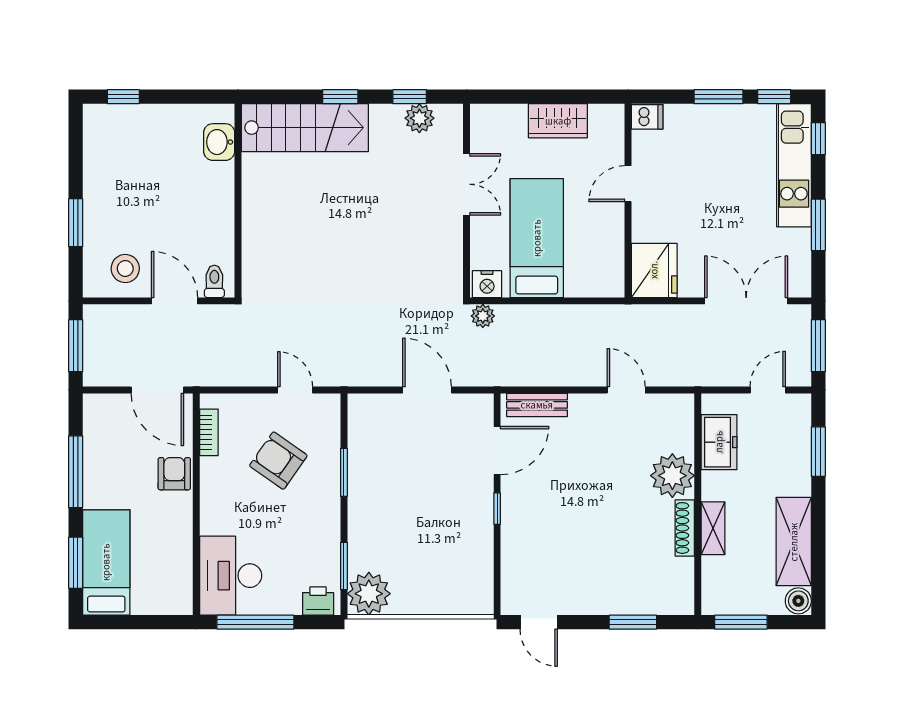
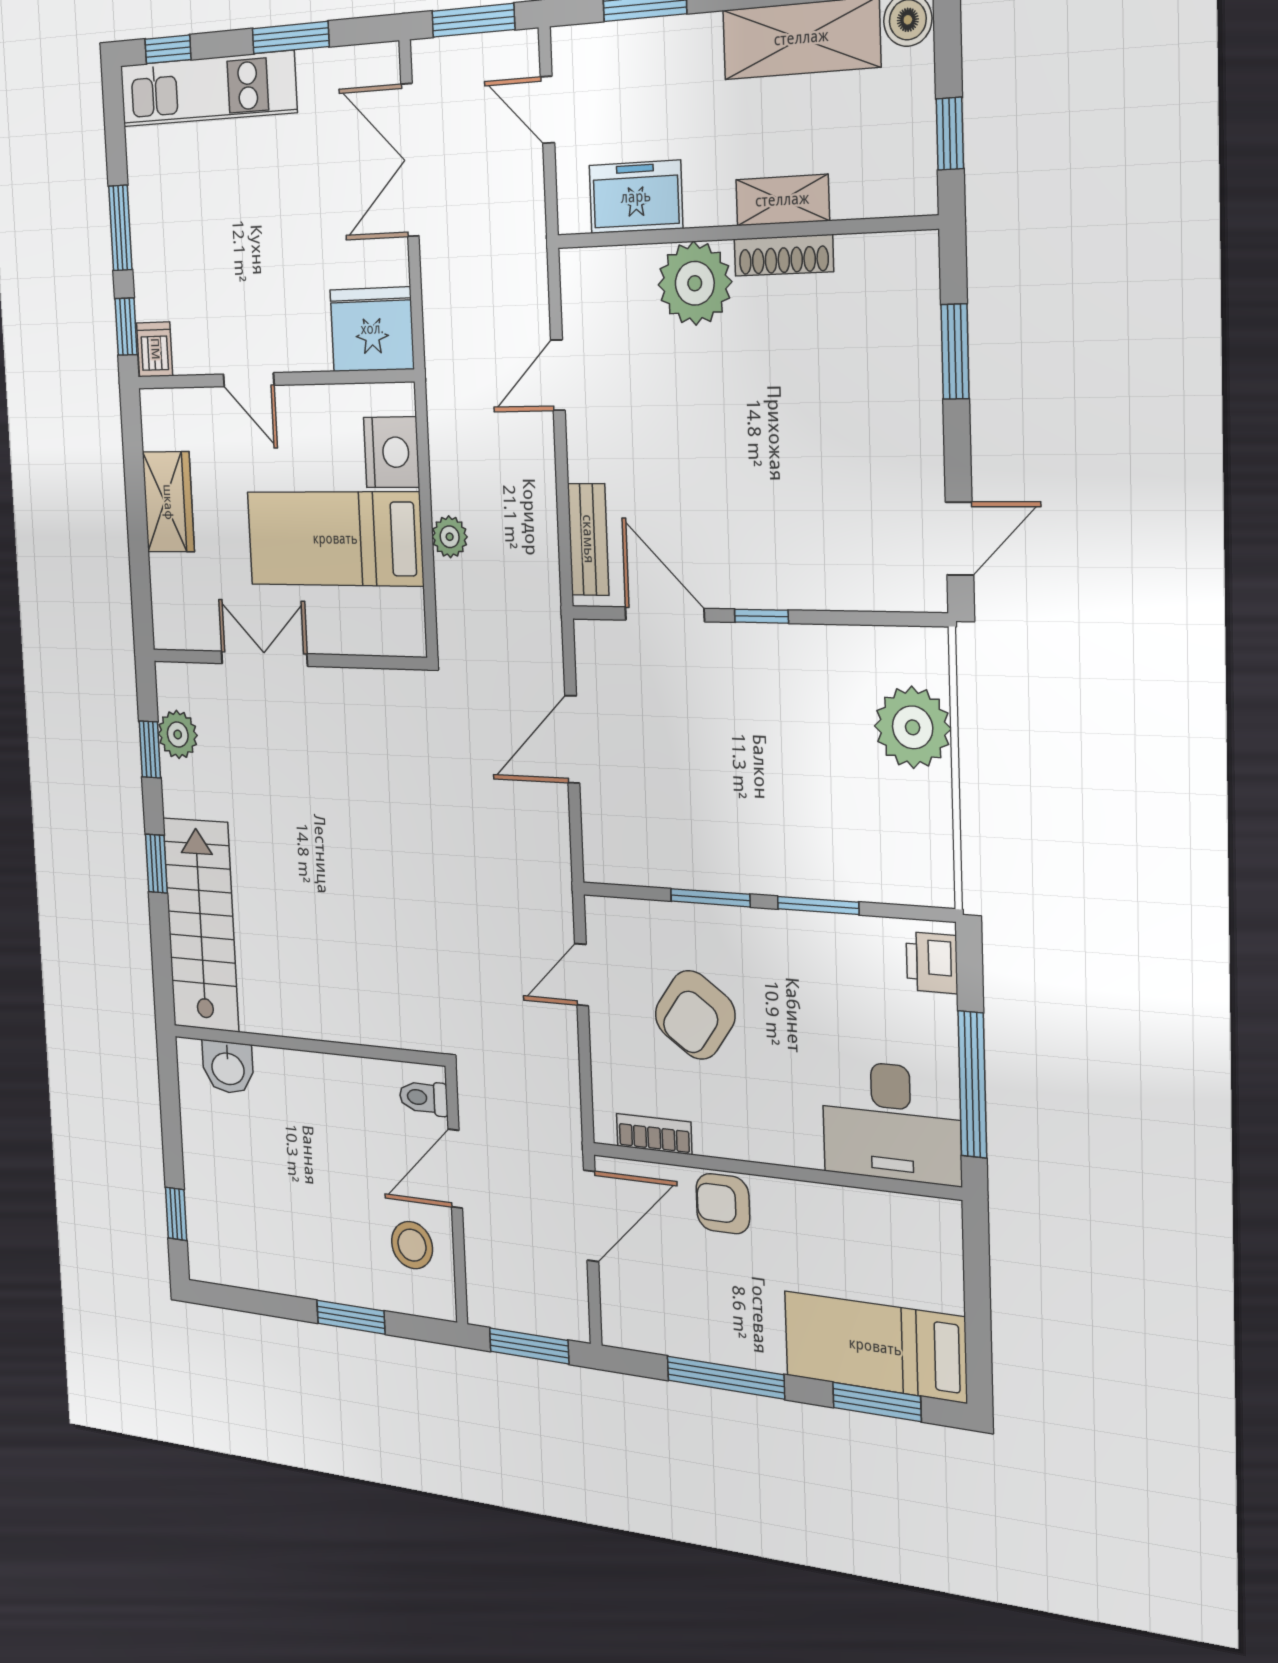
window: (774, 97) -> (126, 327), moved
nightstand: (487, 284) -> (391, 452), moved, width x1.36, depth x1.33
plant: (483, 316) -> (450, 537), moved
window: (344, 566) -> (818, 906), moved
plant: (369, 594) -> (913, 727), moved
window: (741, 622) -> (950, 134), width x0.67

